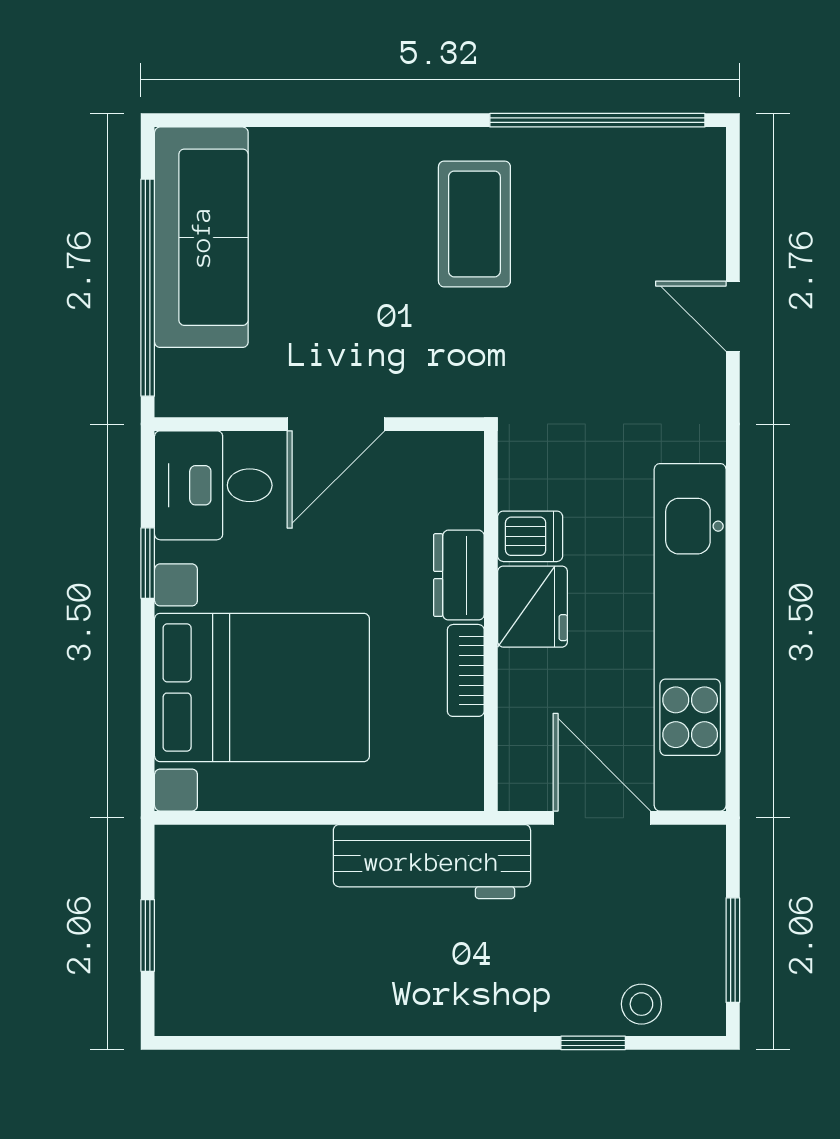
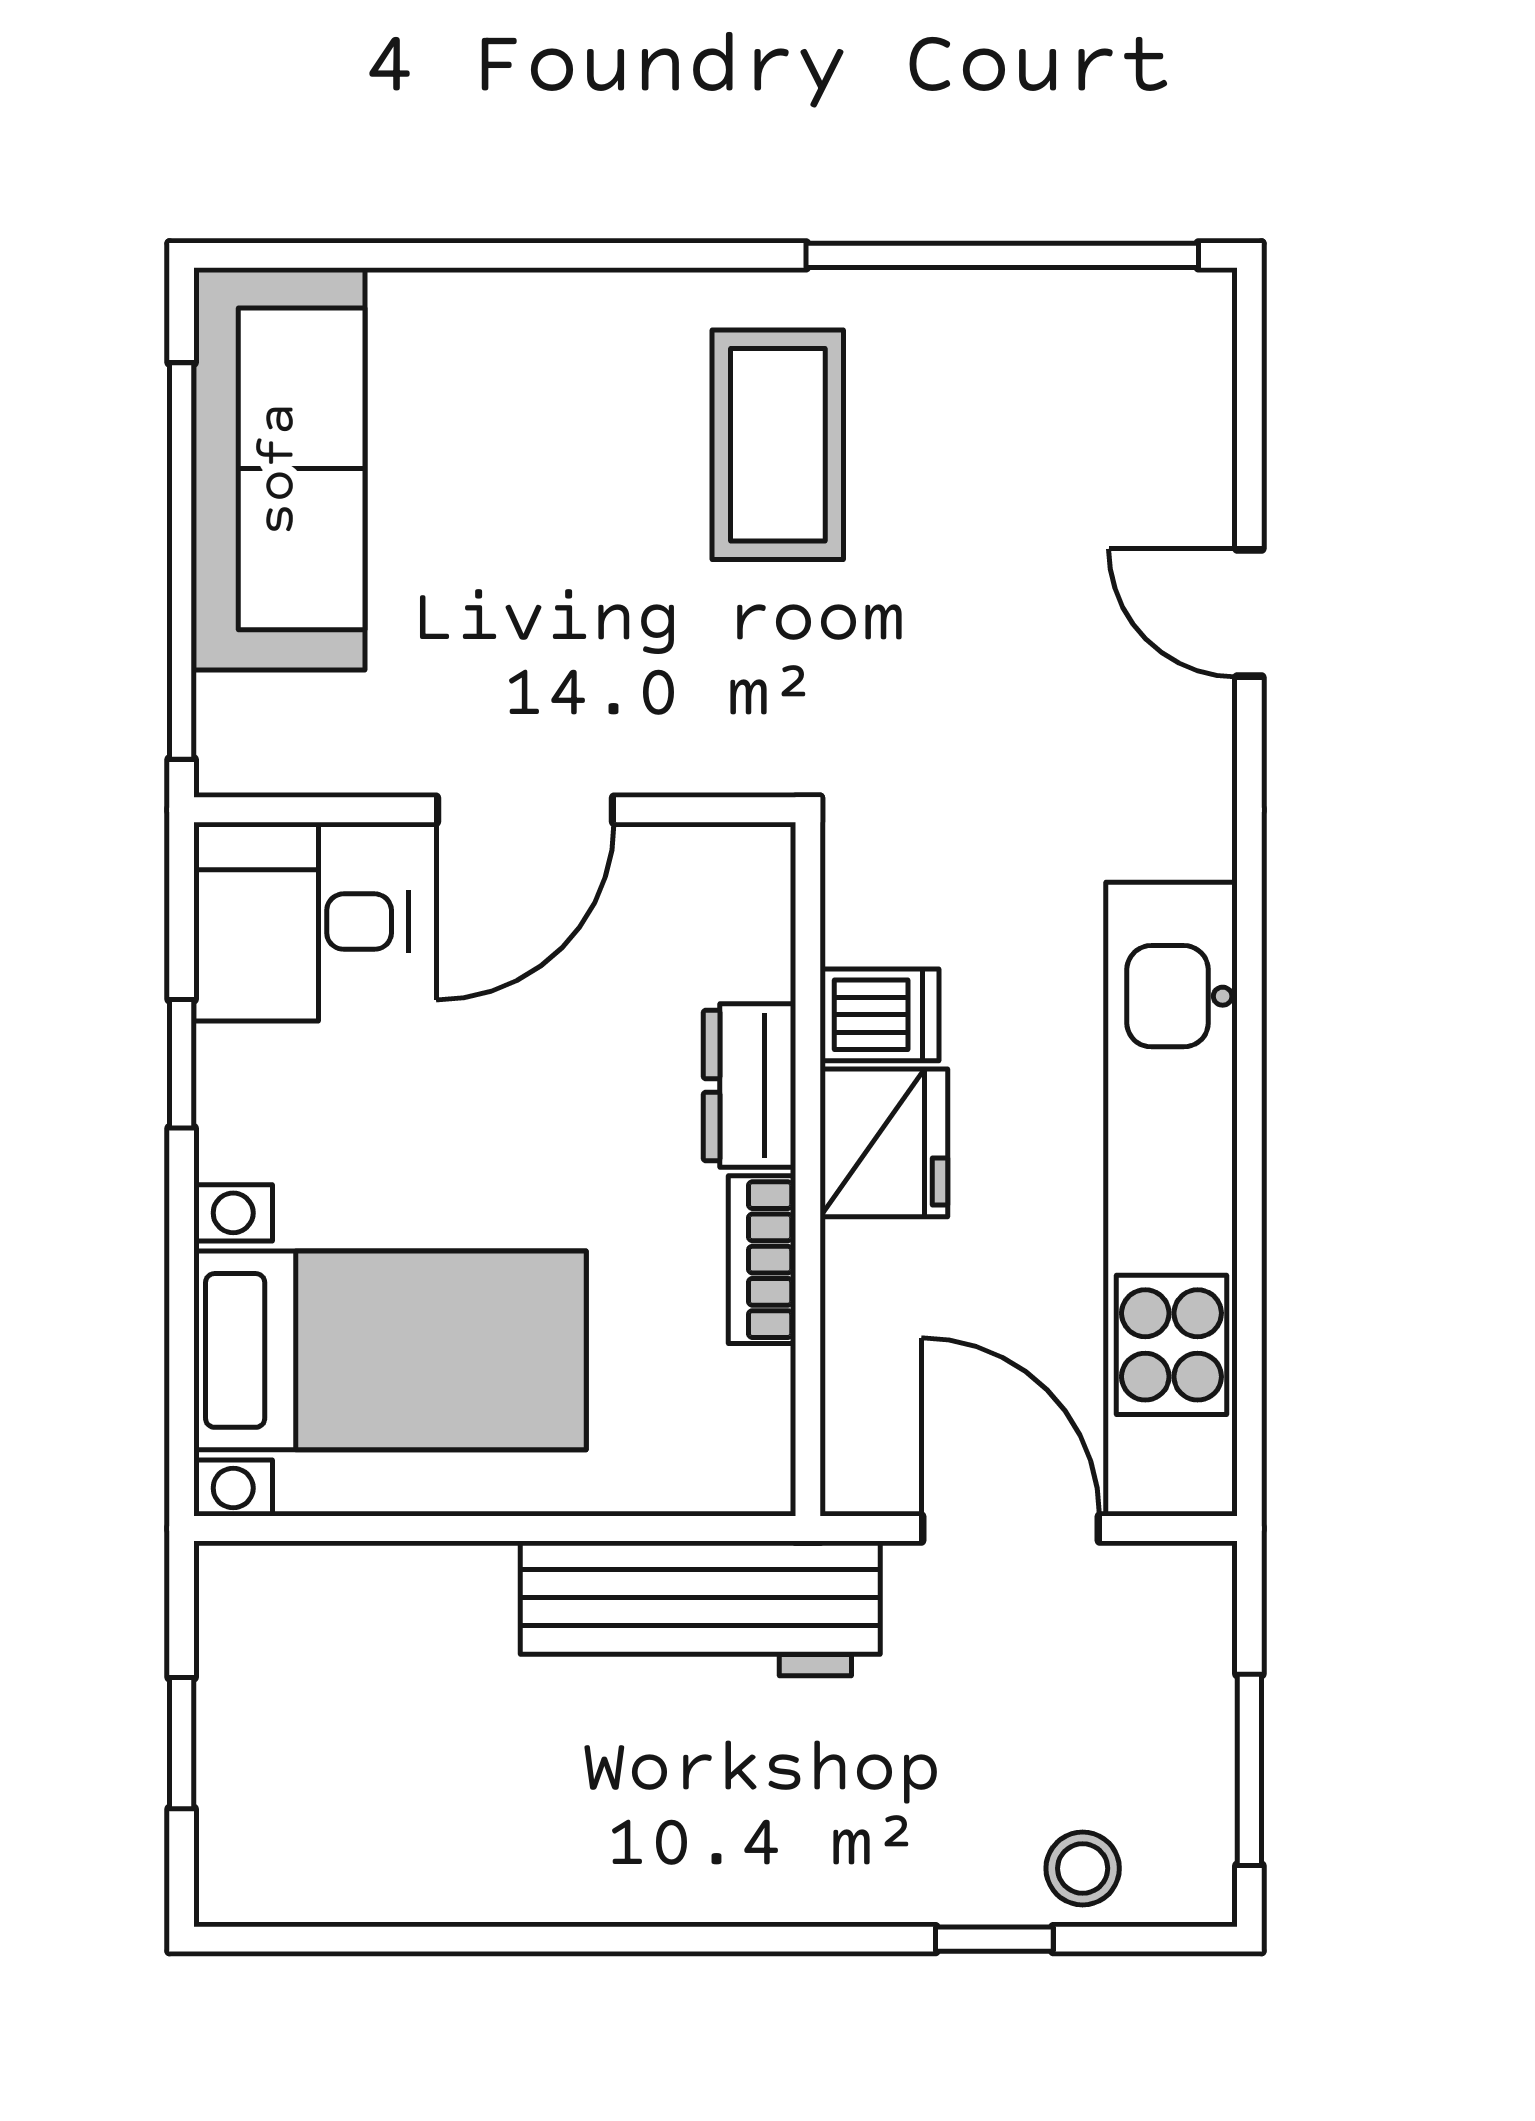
bed with nightstands: (262, 687) -> (390, 1350), width x0.73

